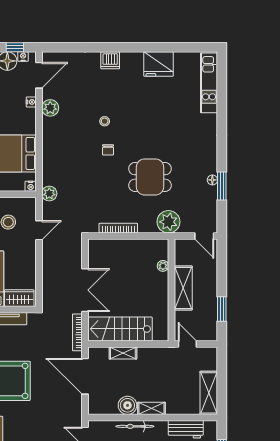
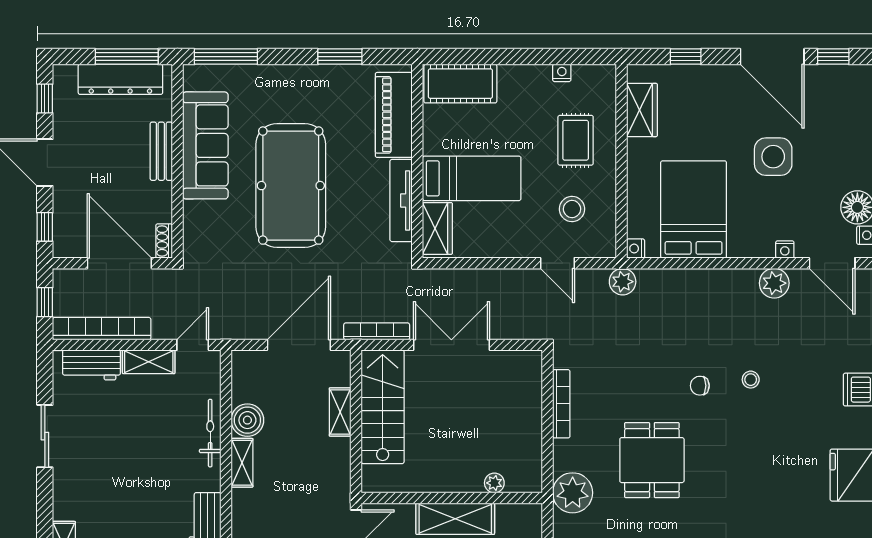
double door: (85, 290) -> (451, 345), swing flipped

